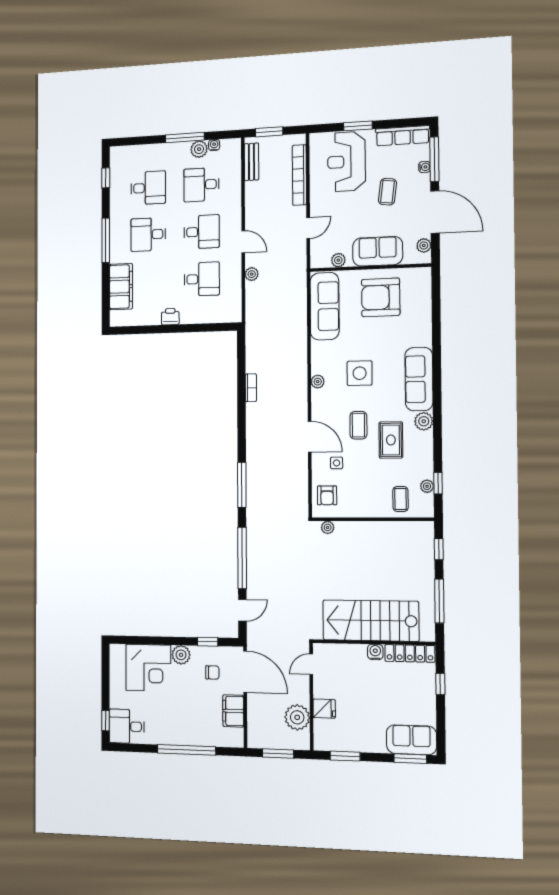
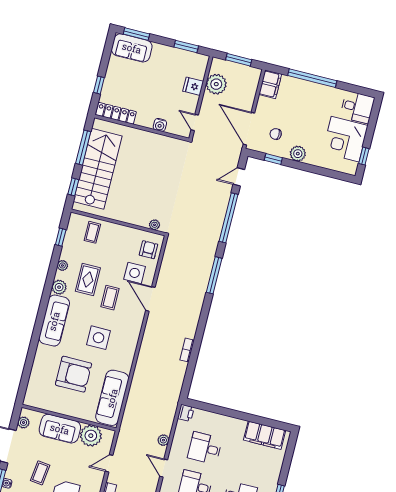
plant: (338, 260) -> (91, 436), width x1.88, depth x1.88
filing cabinet: (121, 287) -> (265, 435), moved, turned -90
armchair: (381, 297) -> (74, 374), moved
printer: (170, 317) -> (186, 413), moved, turned -90
plant: (318, 382) -> (133, 340), removed
side table: (337, 463) -> (135, 273), width x1.87, depth x1.87
plant: (427, 486) -> (62, 265), moved
stairs: (371, 621) -> (98, 169), moved, turned -90
water cooler: (375, 652) -> (160, 125), moved
door: (311, 664) -> (195, 122), swing flipped
corner desk: (148, 668) -> (345, 139), moved, turned -90
filing cabinet: (233, 711) -> (270, 84), moved
window: (106, 721) -> (364, 156), moved

